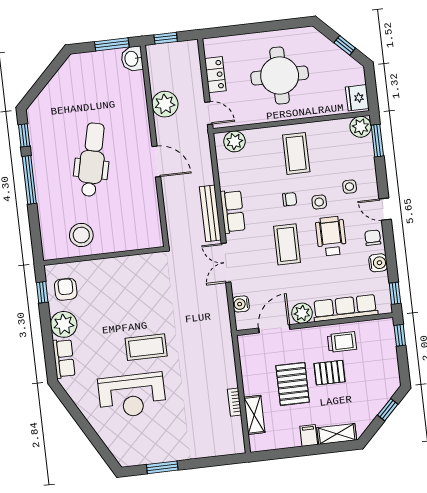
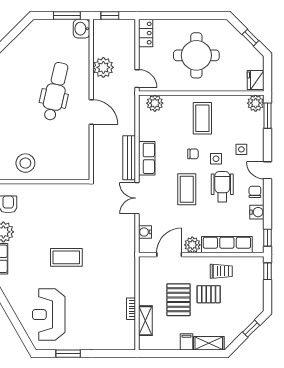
locker: (215, 75) -> (146, 33), moved
dental chair: (92, 160) -> (55, 91), moved
reception desk: (132, 395) -> (49, 315), moved, turned 90

